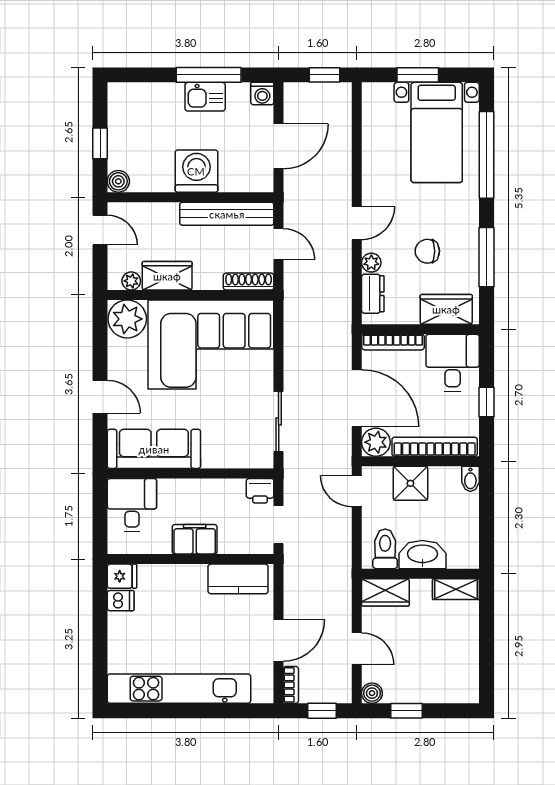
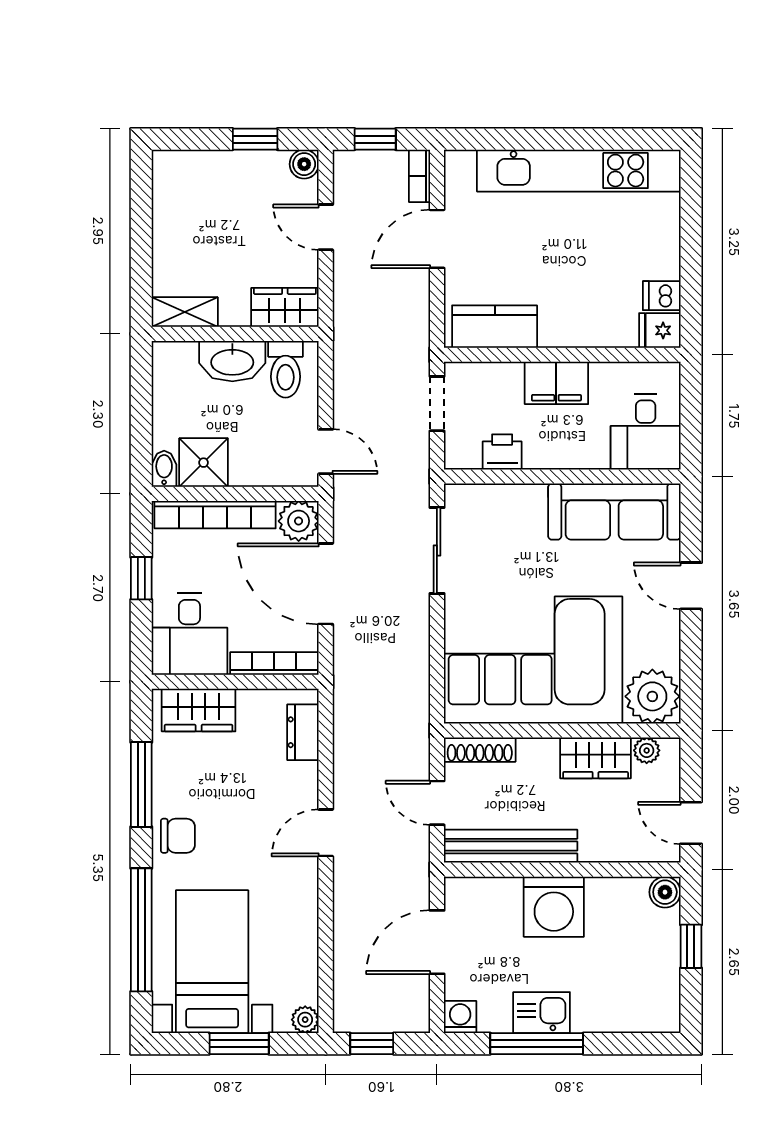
chair: (427, 251) -> (178, 836), moved
plant: (371, 263) -> (305, 1020), moved
shower: (410, 483) -> (204, 463), moved
printer: (260, 491) -> (502, 452), moved

